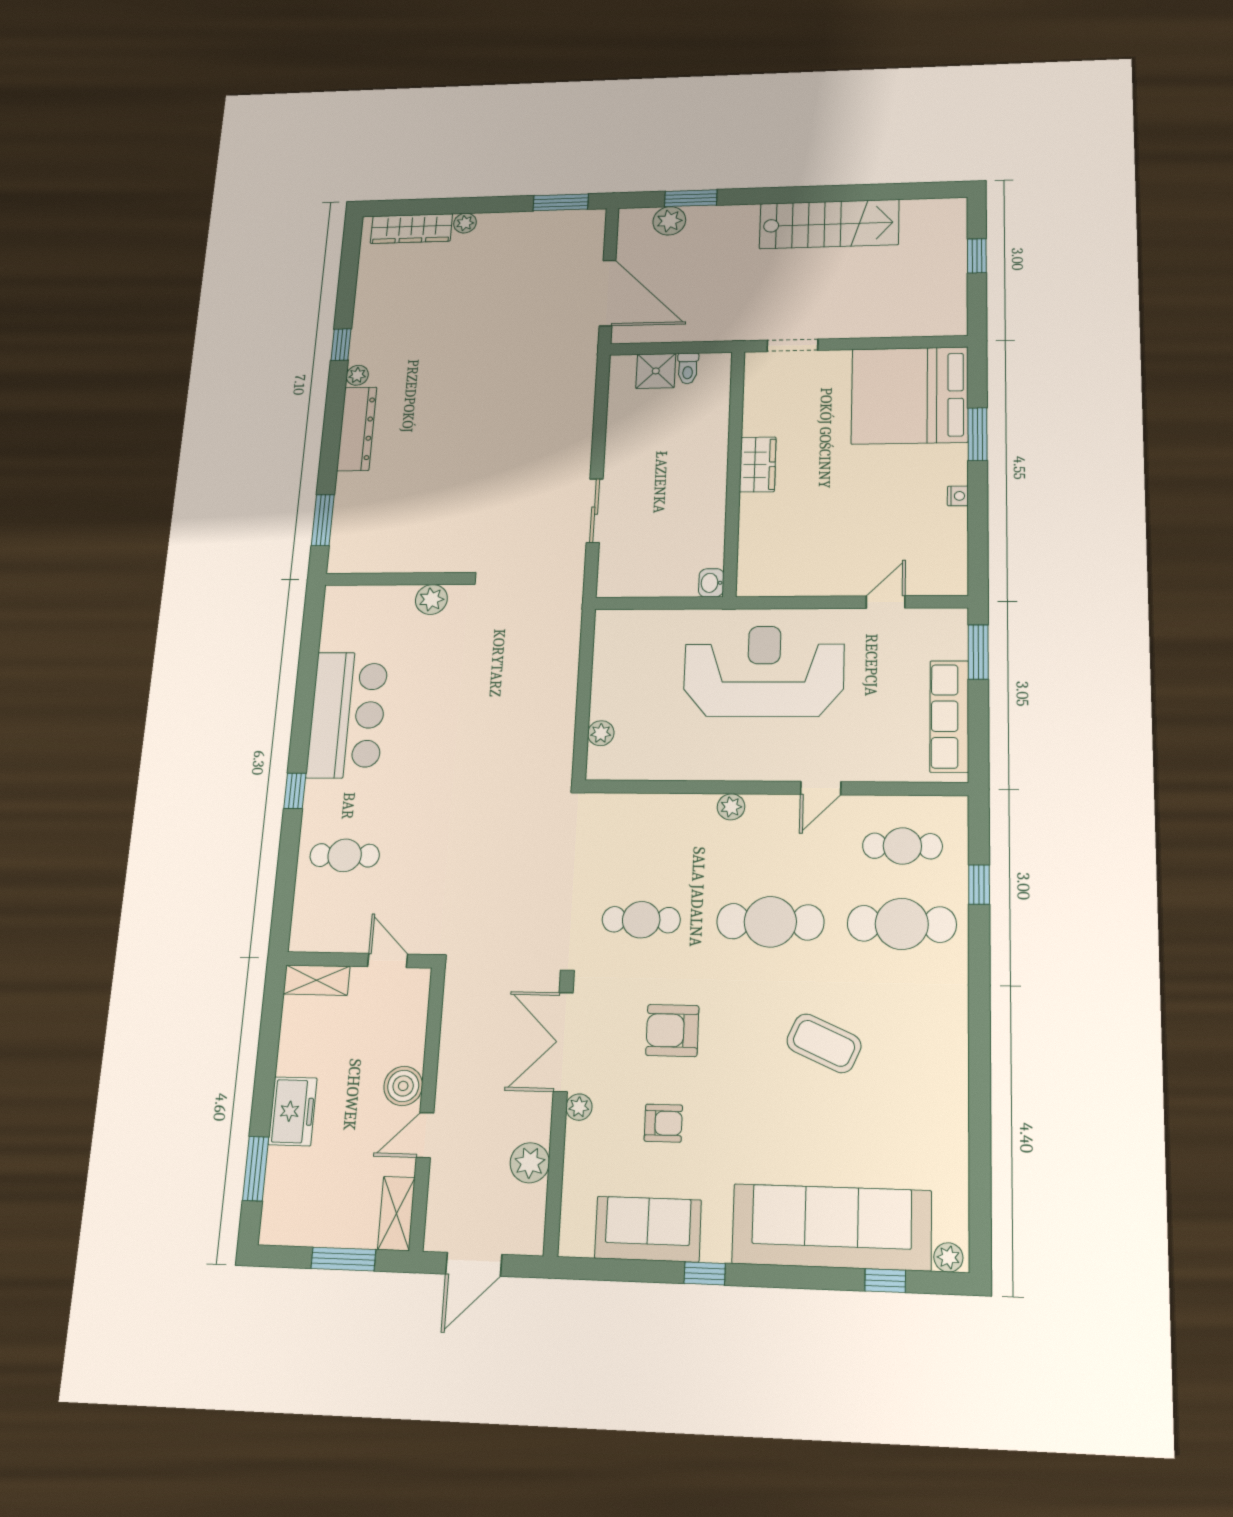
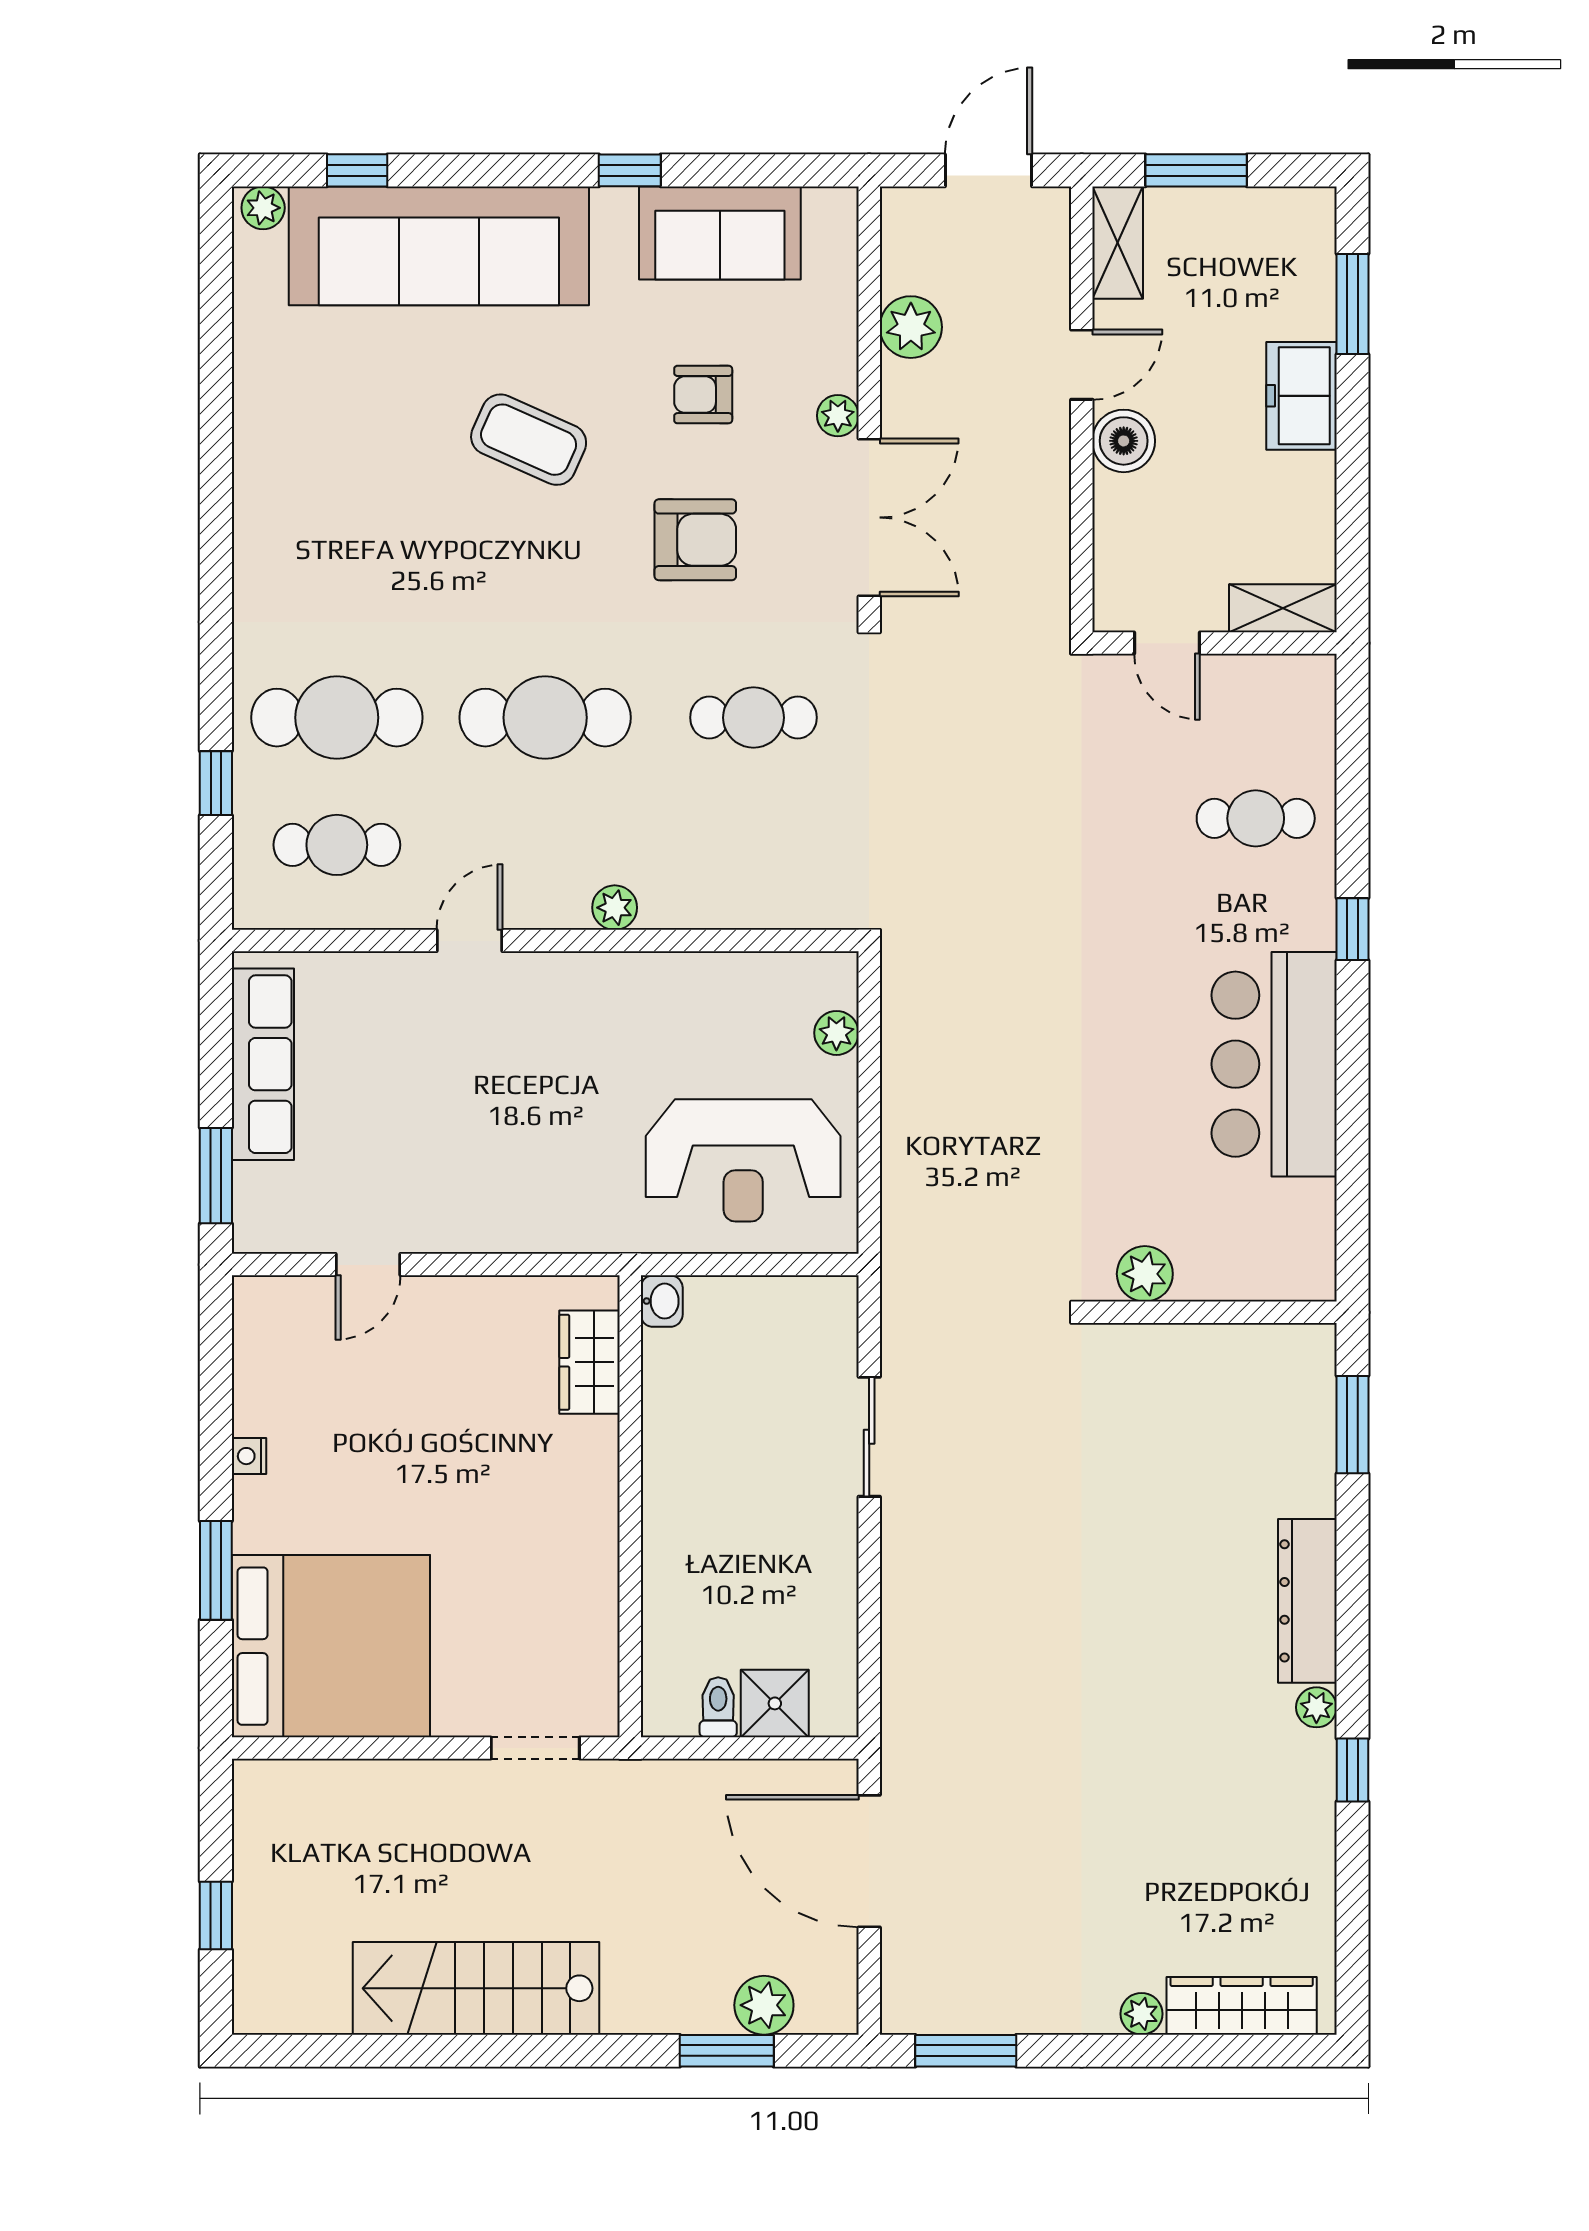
wardrobe: (758, 464) -> (589, 1362), moved
reception desk: (764, 671) -> (743, 1160), moved, width x0.74, depth x0.77
coffee table: (824, 1043) -> (529, 440), moved

